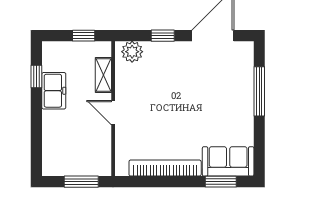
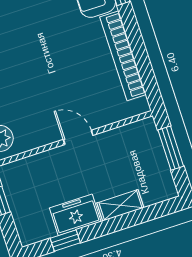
shelving: (103, 75) -> (120, 205), moved
door: (113, 113) -> (78, 137), swing flipped

